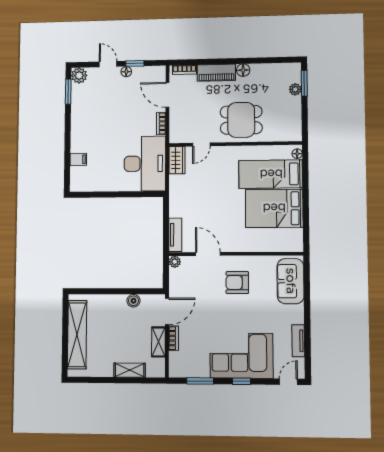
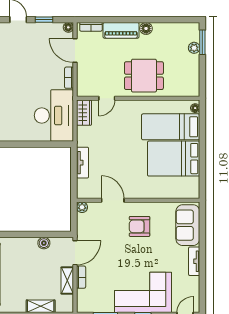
floor lamp: (126, 72) -> (68, 27), moved
tv unit: (175, 235) -> (83, 163), moved
tv unit: (298, 341) -> (194, 261), moved

